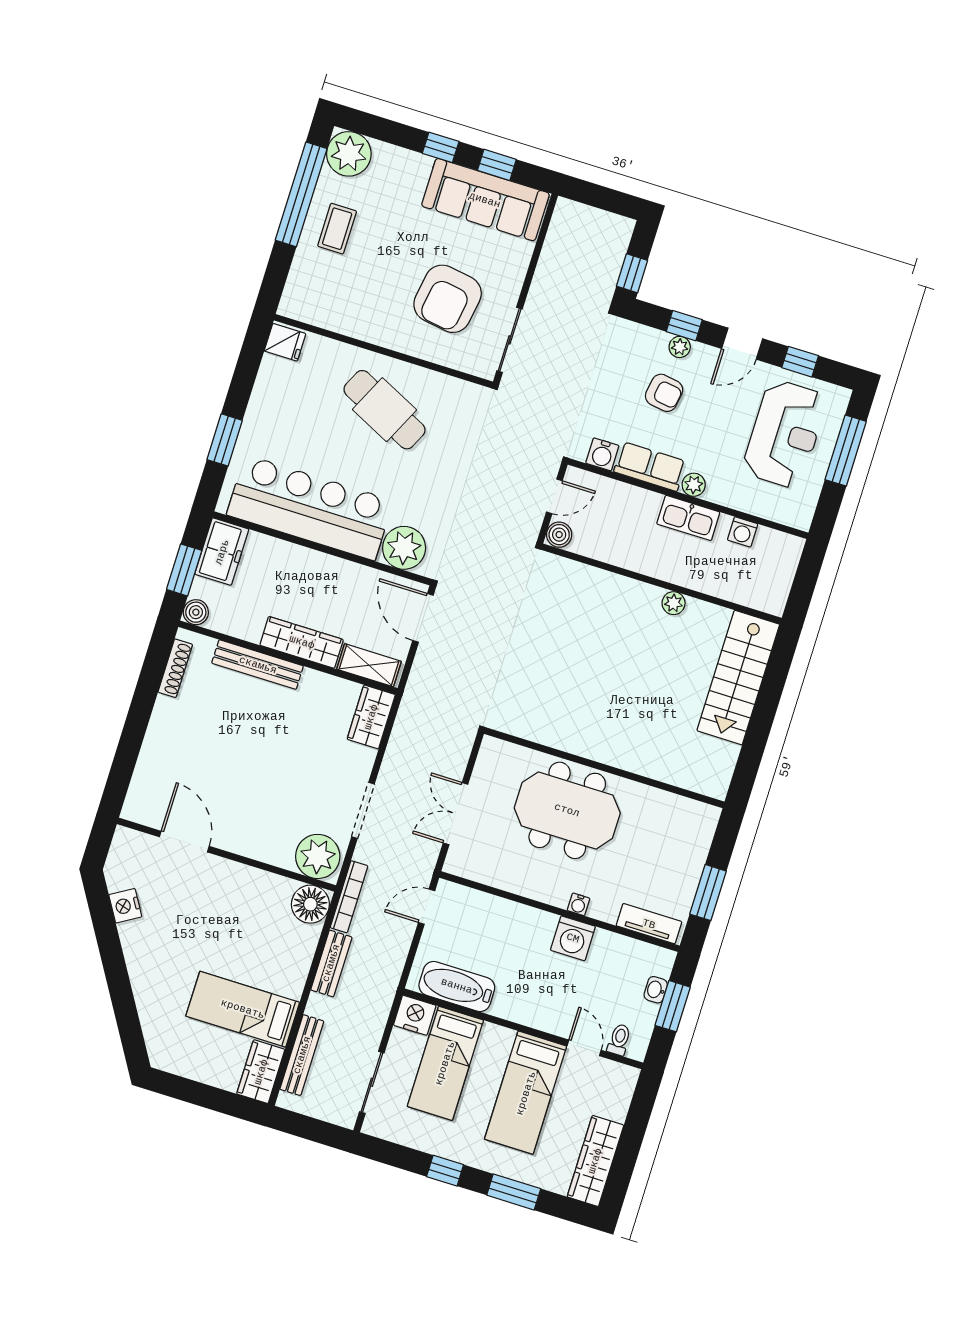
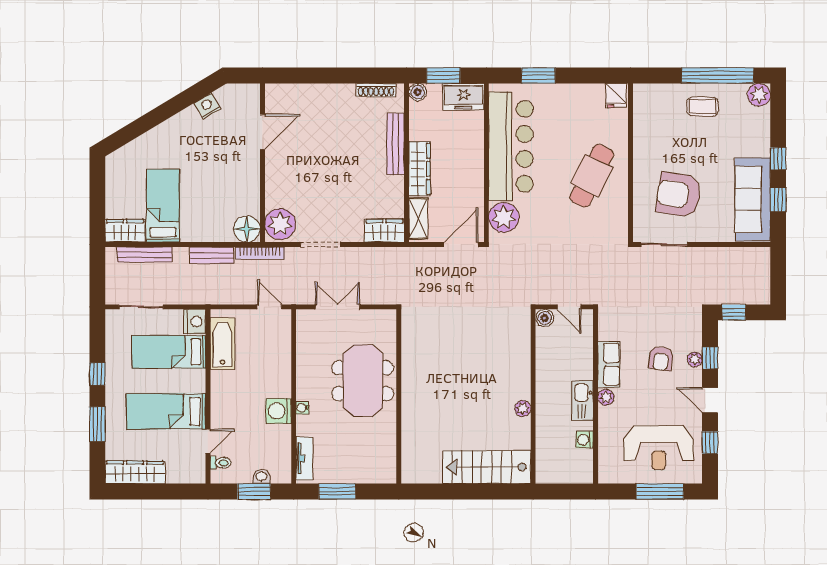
plant: (349, 154) -> (759, 95), width x0.73, depth x0.73
water cooler: (602, 454) -> (607, 330), removed

